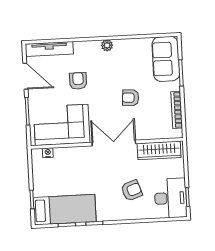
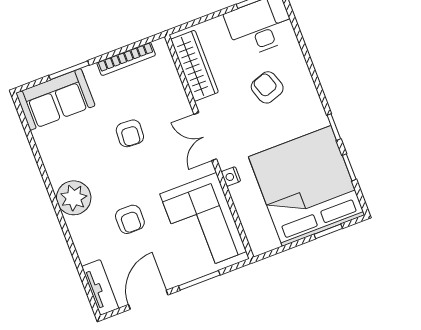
plant: (107, 45) -> (74, 198), width x1.87, depth x1.87
tv unit: (49, 49) -> (100, 287), width x0.71
armchair: (78, 81) -> (130, 219), turned -90
double door: (114, 143) -> (205, 137), width x0.73
nightstand: (48, 153) -> (231, 176), moved
bed: (65, 210) -> (307, 186), width x2.04

